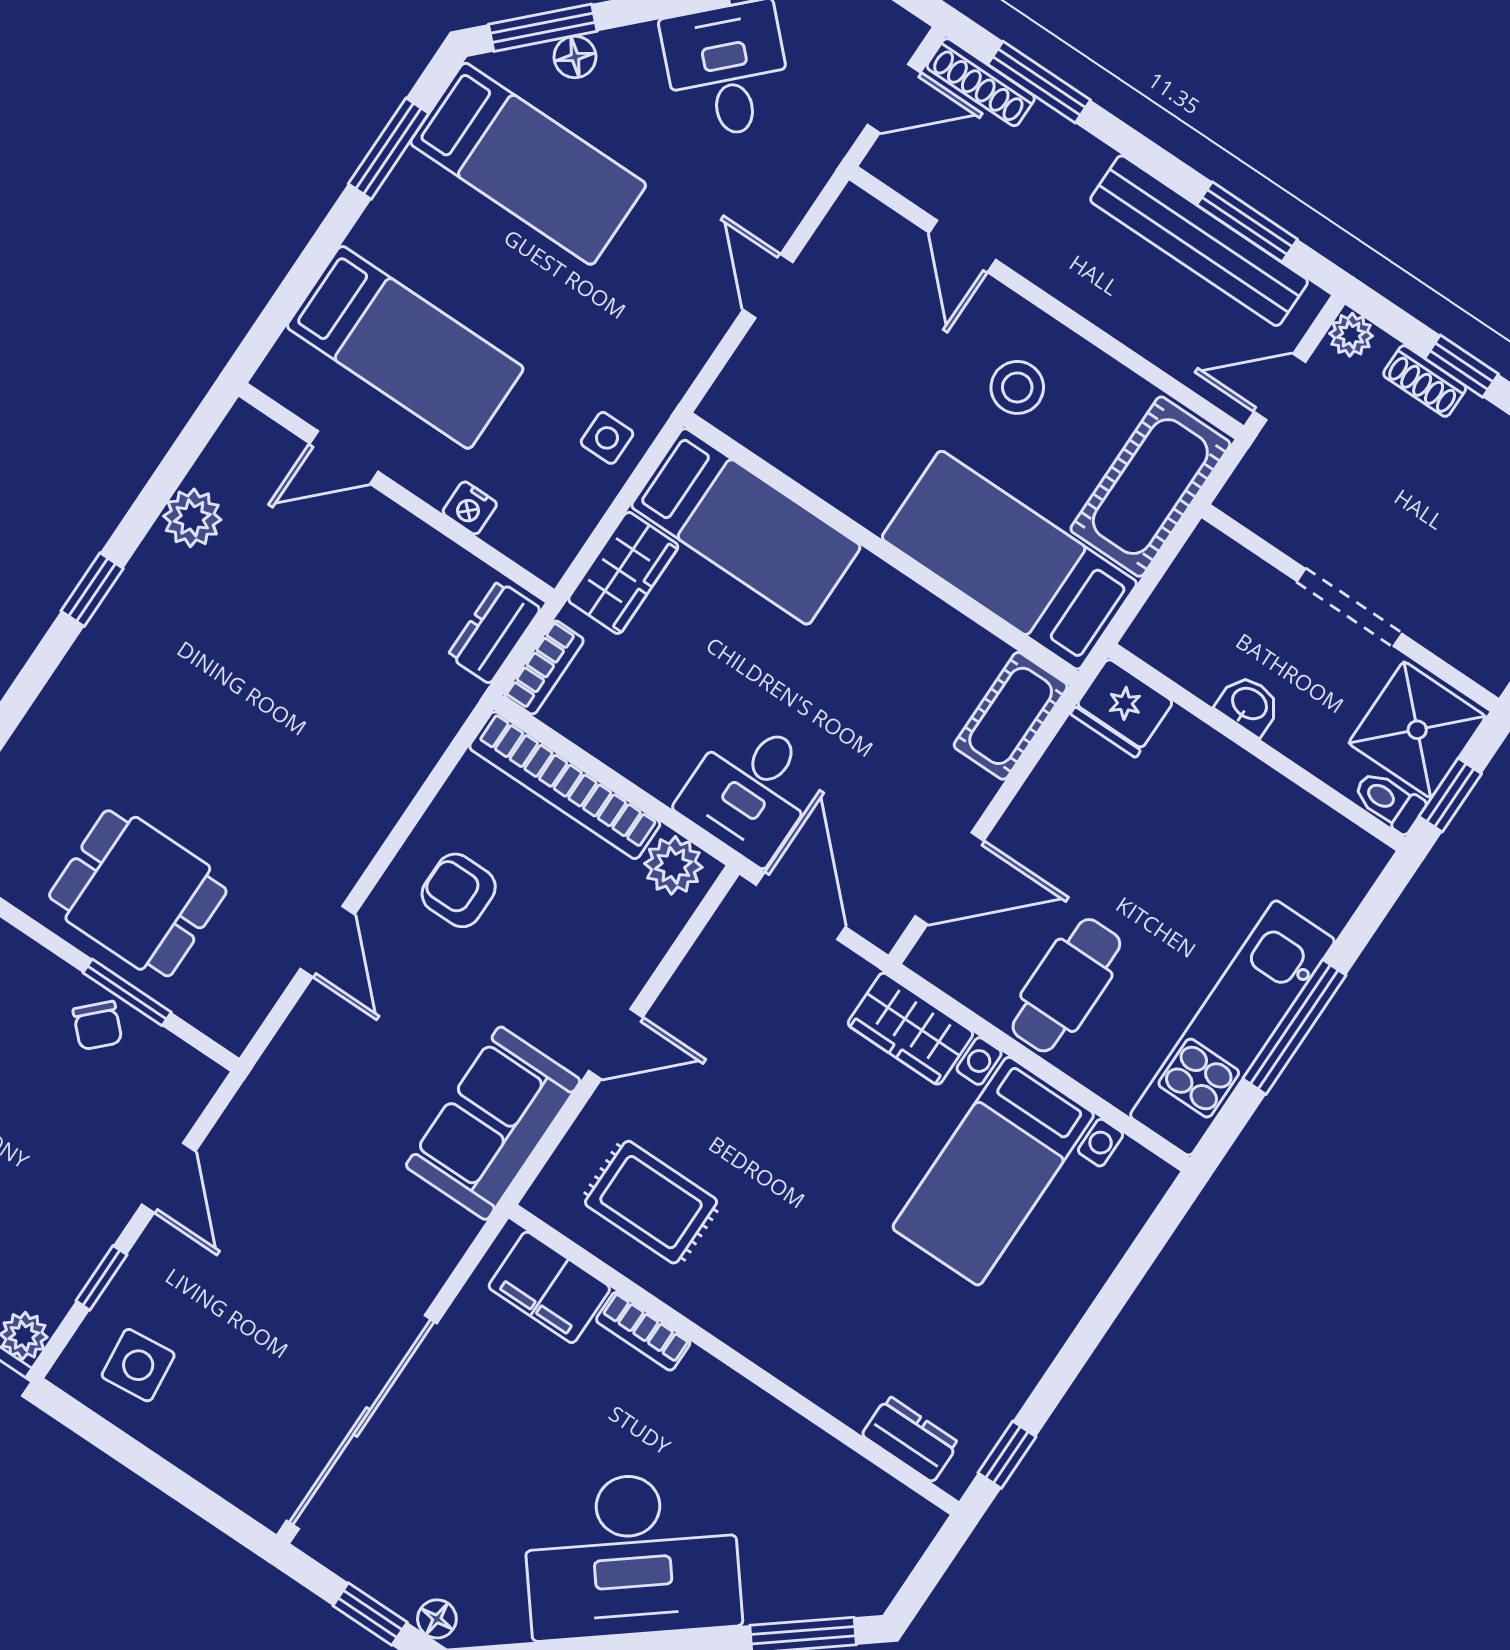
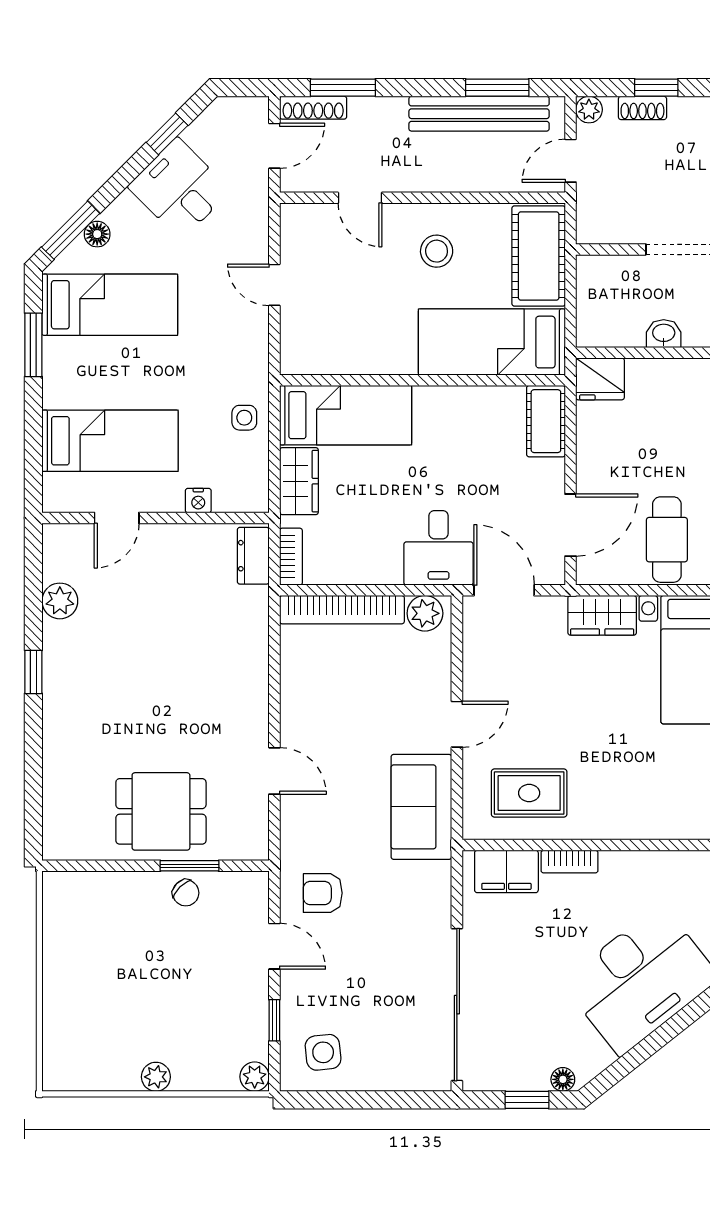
armchair: (459, 890) -> (323, 893), moved

